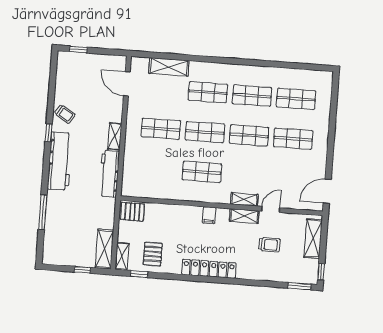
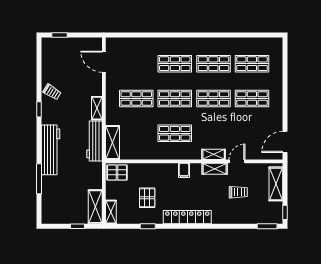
shelving: (169, 67) -> (113, 142), moved, turned 90
workbench: (60, 161) -> (51, 150), moved
pallet: (153, 254) -> (147, 198), moved
window: (139, 274) -> (148, 226), moved

